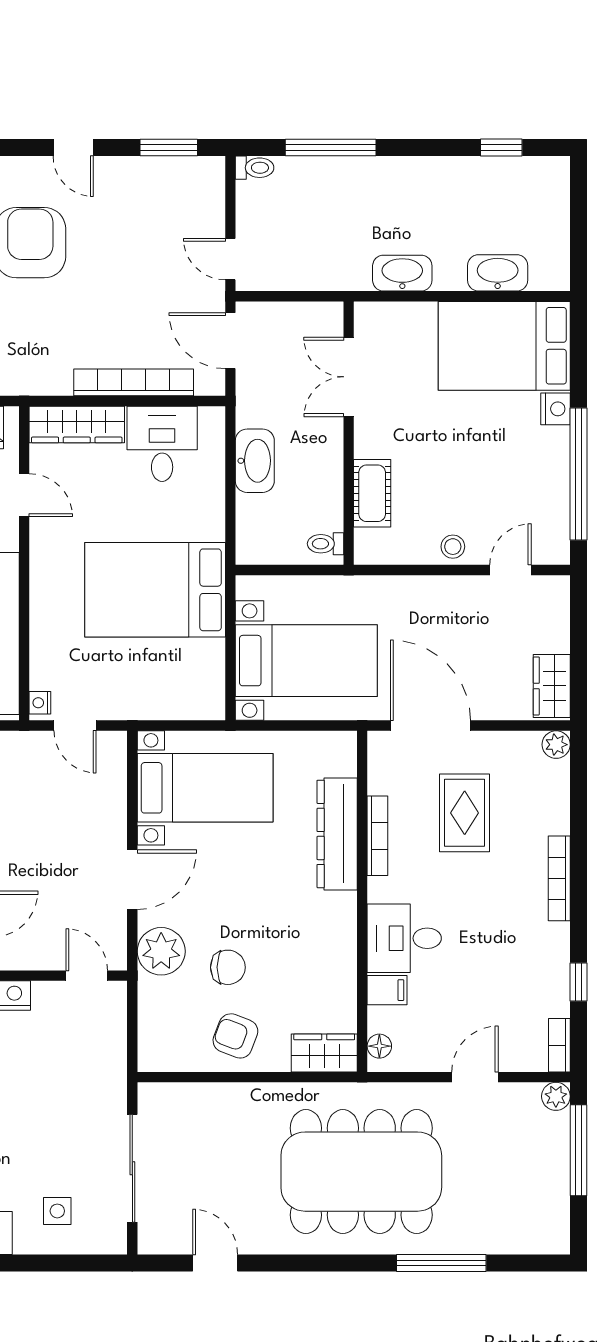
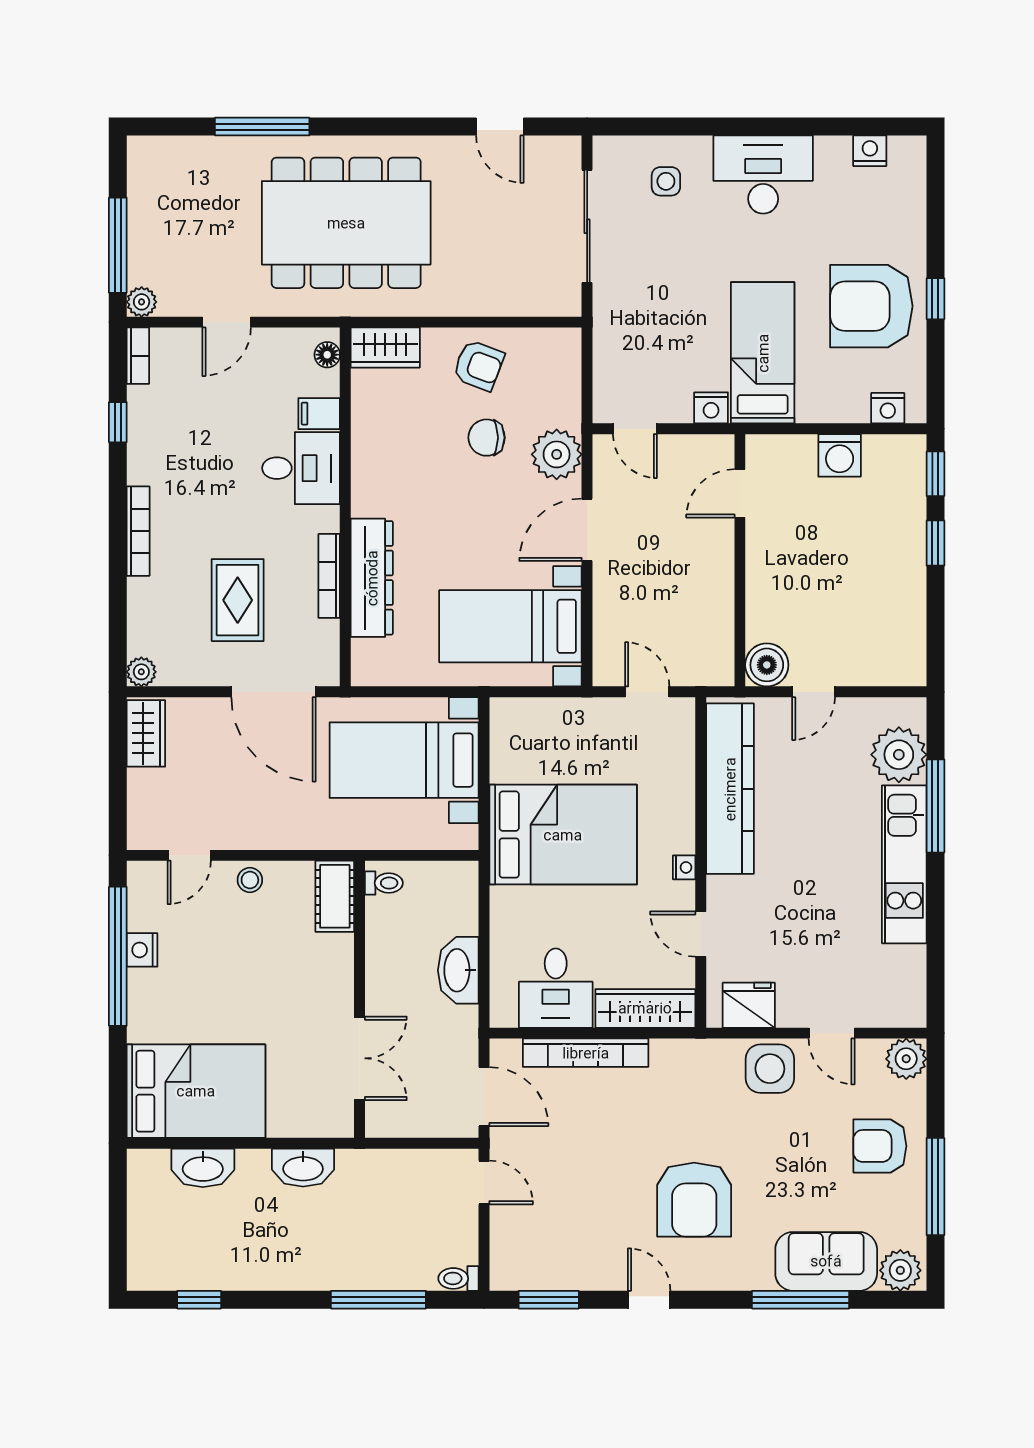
nightstand: (555, 409) -> (142, 950), moved
cot: (372, 493) -> (335, 896), moved
nightstand: (40, 703) -> (684, 867), moved

